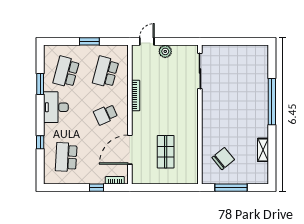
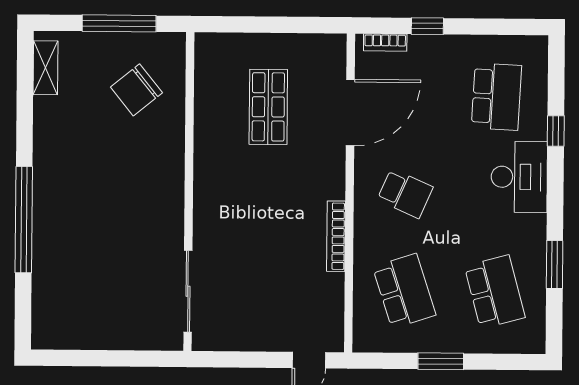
plant: (165, 51) -> (267, 337), removed
school desk: (66, 72) -> (495, 292), turned -30
school desk: (106, 72) -> (404, 291), turned -33
desk: (56, 107) -> (519, 177), moved
school desk: (106, 114) -> (405, 193), turned 48
shelving: (263, 150) -> (45, 68), moved

